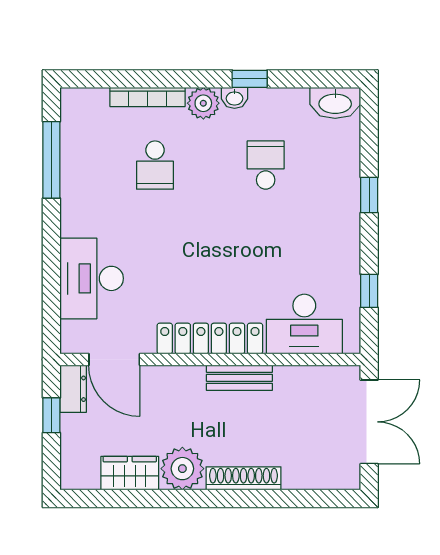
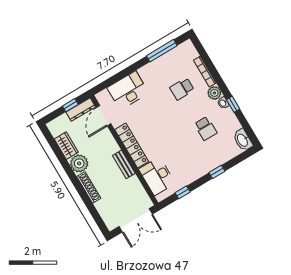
school desk: (266, 165) -> (206, 128), turned 90
dresser: (73, 389) -> (81, 110), width x1.44

